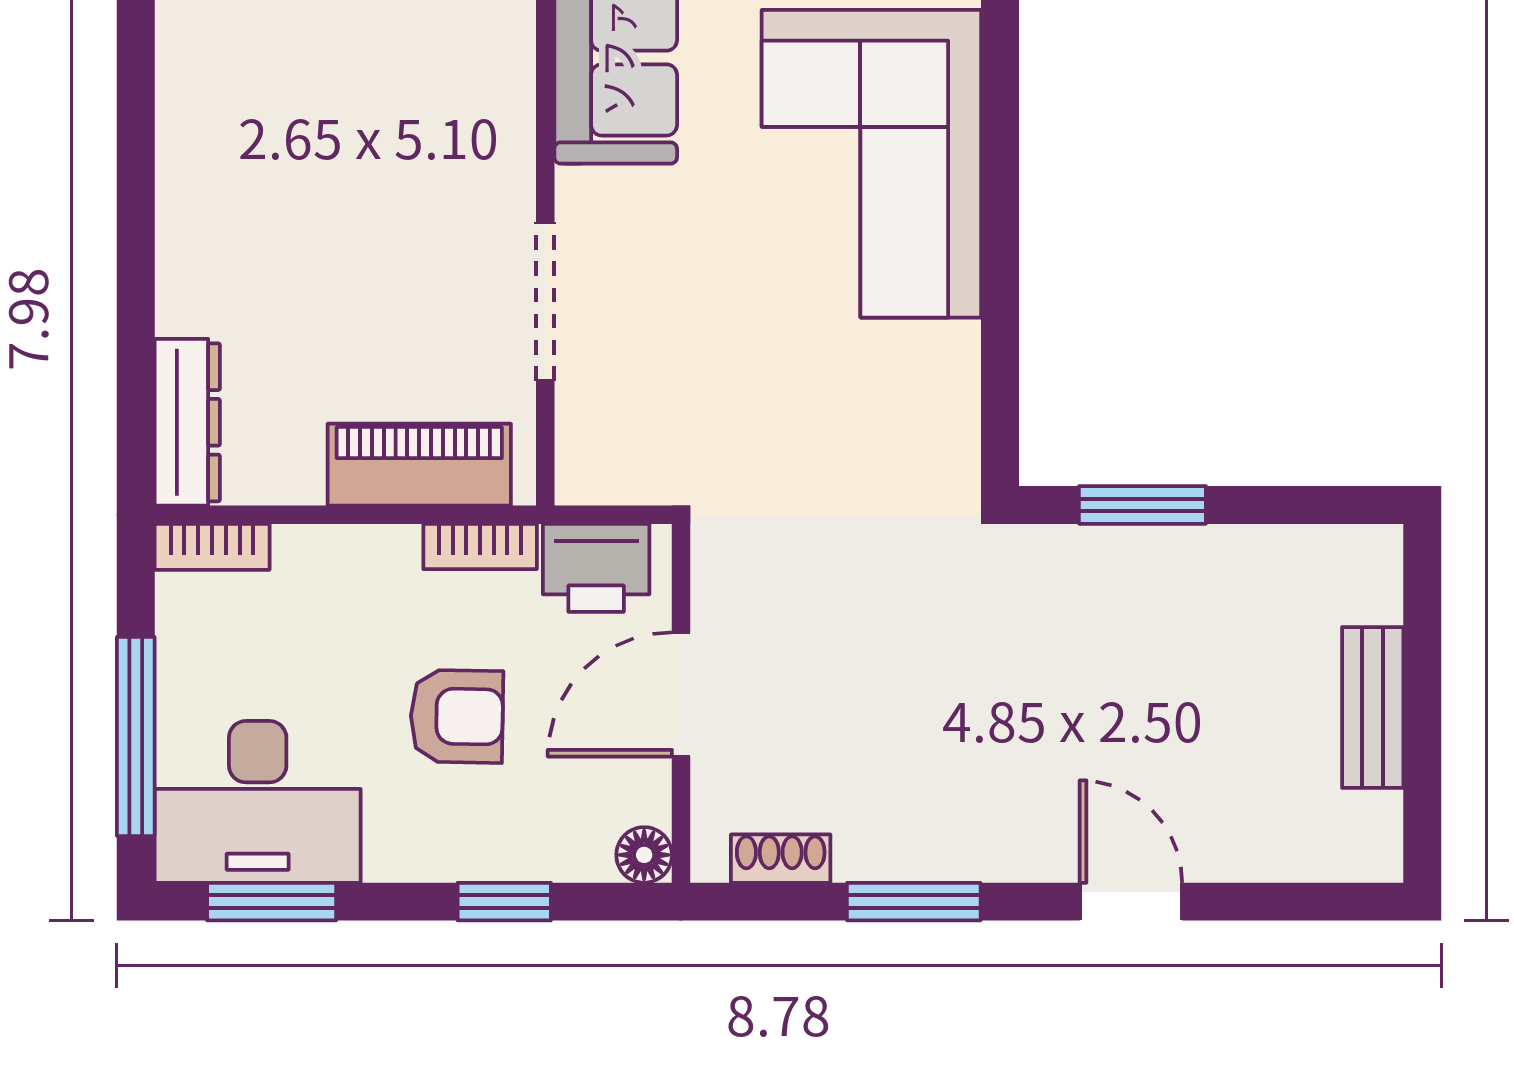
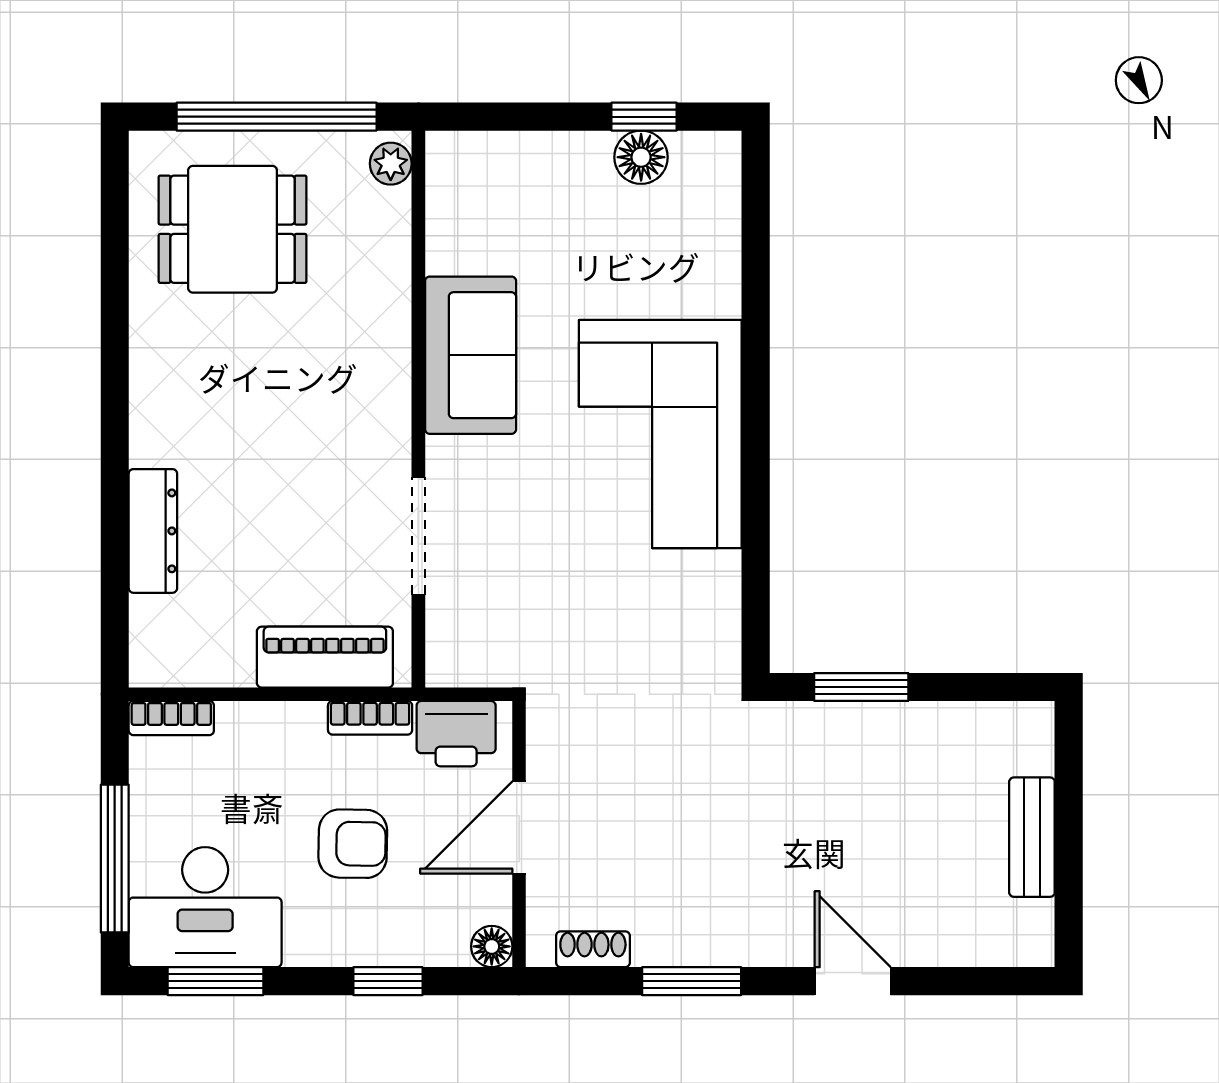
dresser: (187, 422) -> (153, 531), moved

